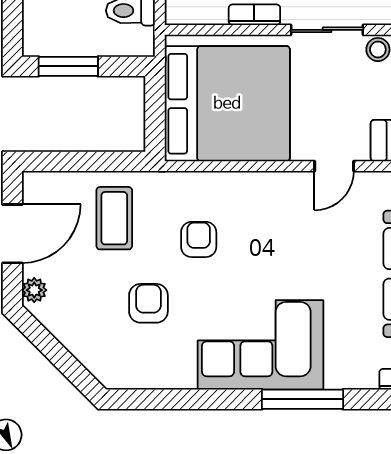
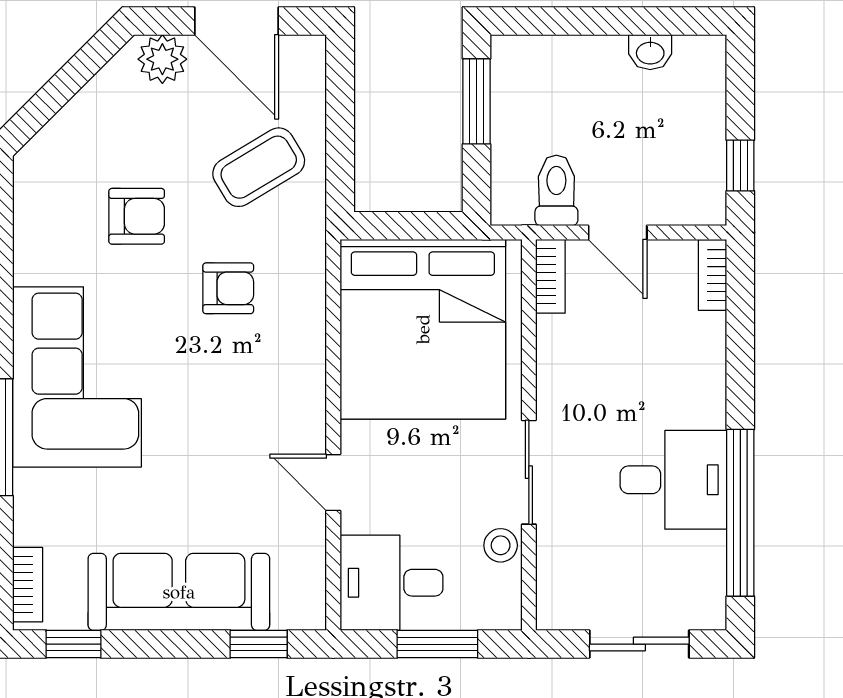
bookcase: (254, 15) -> (550, 276), moved
coffee table: (114, 218) -> (259, 167), turned -31
plant: (34, 290) -> (162, 59), width x1.38, depth x1.38

